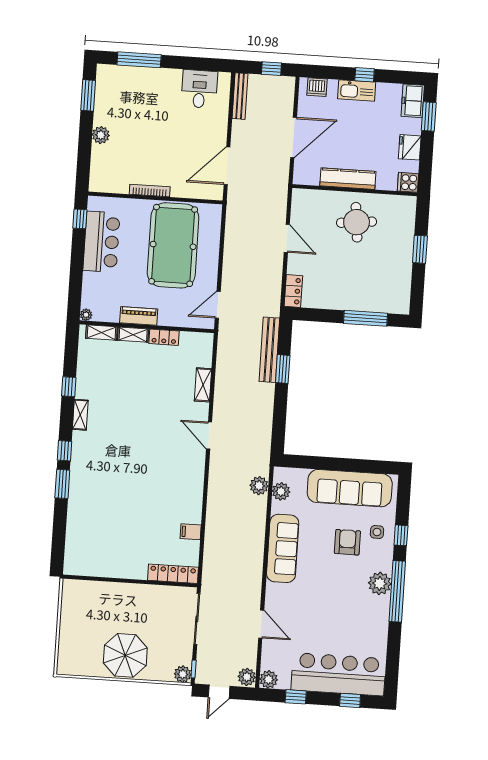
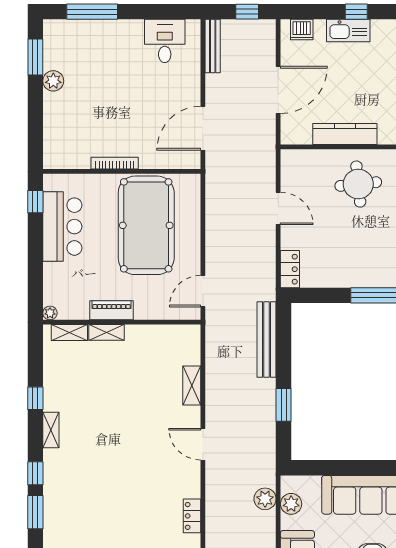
plant: (101, 135) -> (53, 81), moved
locker: (164, 337) -> (192, 516), moved, turned 90
window: (283, 369) -> (284, 405), moved

